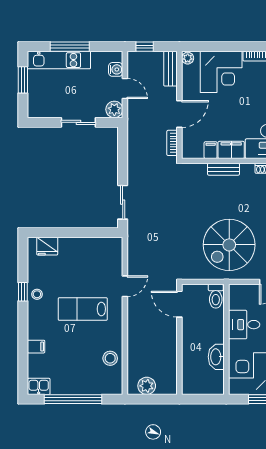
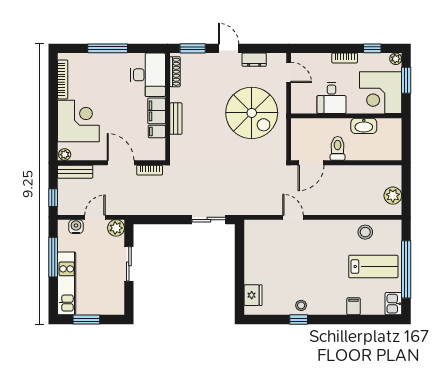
window: (70, 47) -> (53, 257), moved
toilet: (216, 296) -> (338, 148), moved, turned -90
lab bench: (83, 309) -> (373, 266), moved, turned -90

